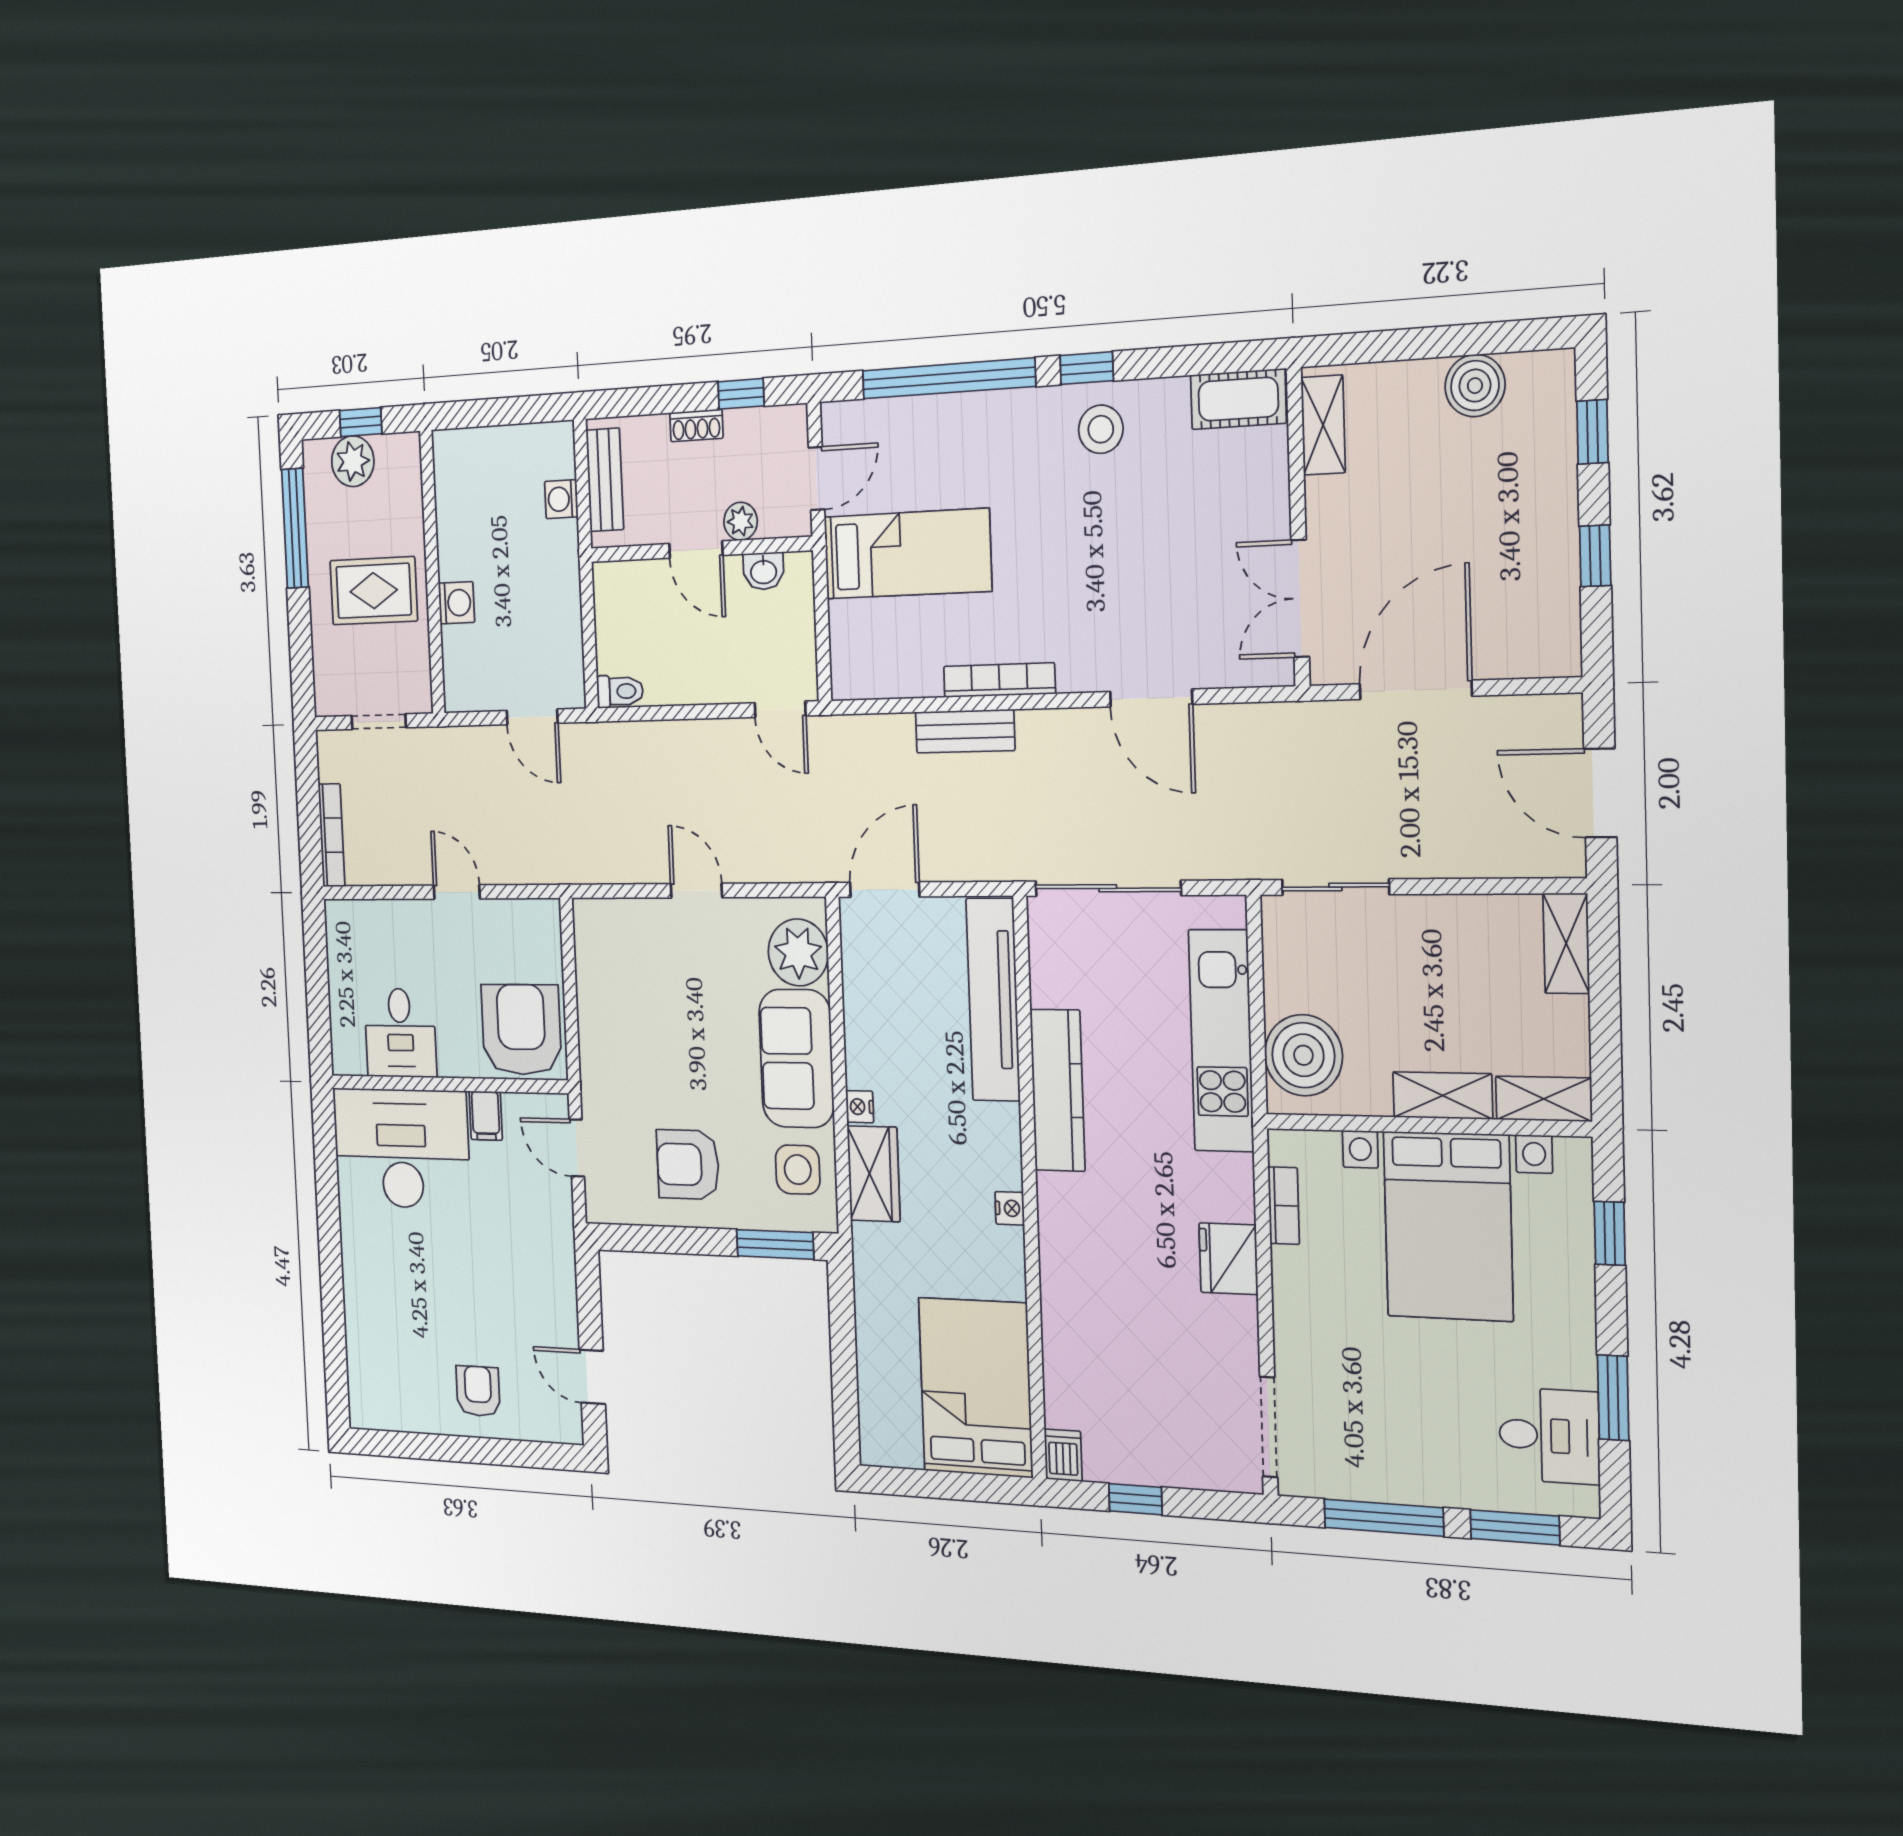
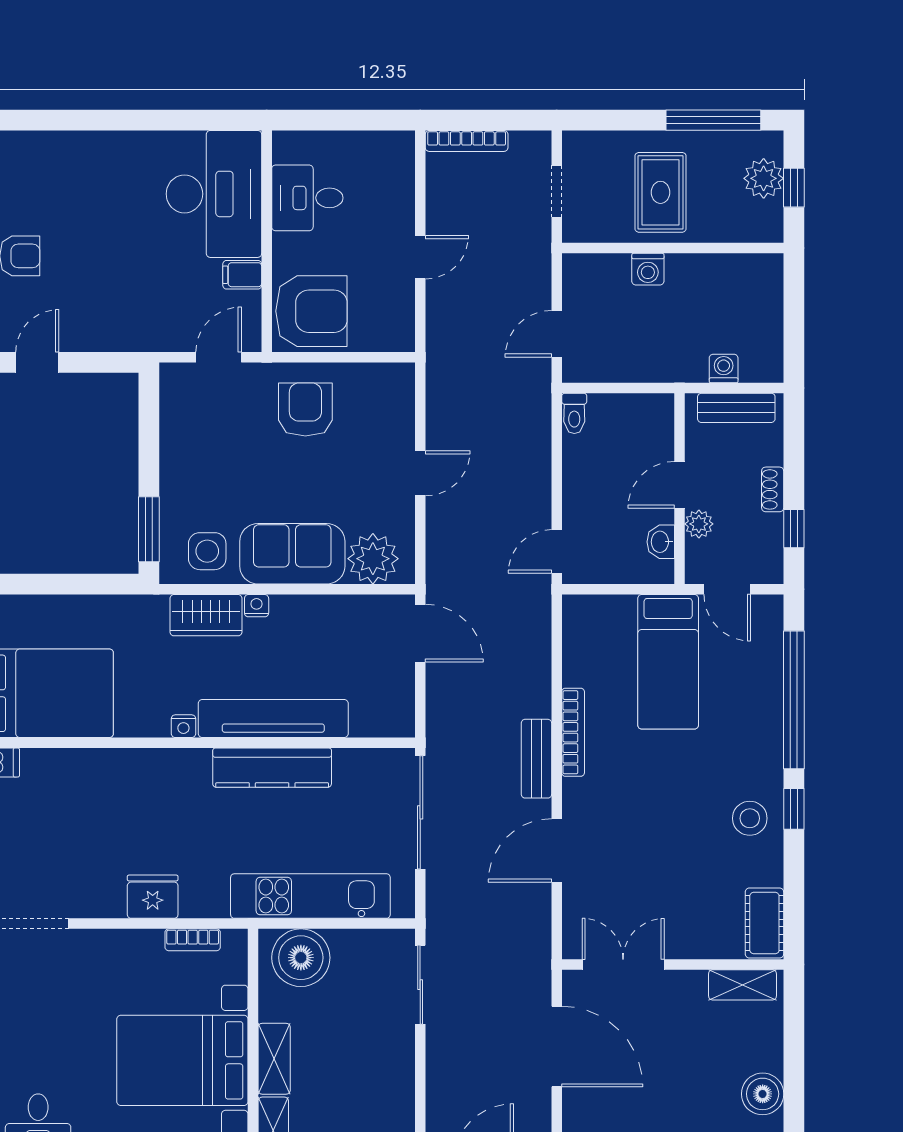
bench: (965, 731) -> (536, 759), moved
tv unit: (993, 1000) -> (273, 719), moved
armchair: (688, 1165) -> (305, 410), moved

